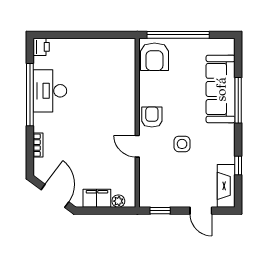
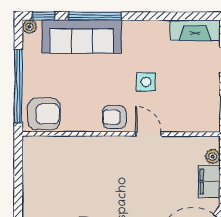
plant: (229, 44) -> (29, 27), added
door: (137, 146) -> (148, 134), swing flipped
window: (238, 166) -> (44, 16), moved

